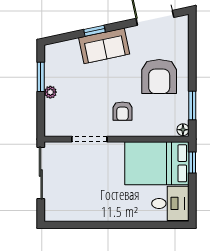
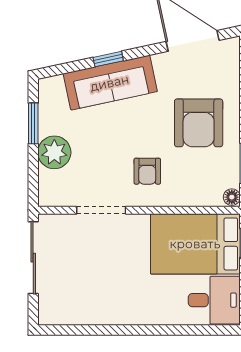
sofa: (104, 46) -> (110, 83), width x1.36
plant: (50, 92) -> (54, 152), width x1.88, depth x1.88

